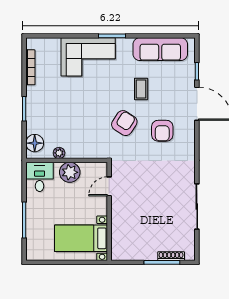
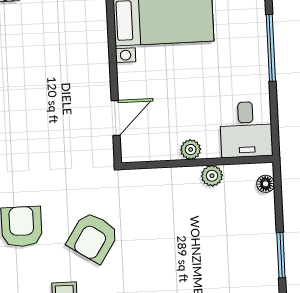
floor lamp: (35, 143) -> (266, 184), width x0.53, depth x0.53
plant: (70, 172) -> (191, 150), width x0.53, depth x0.53

